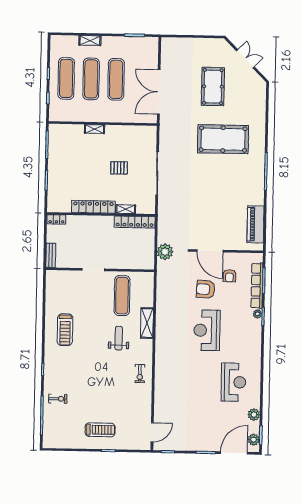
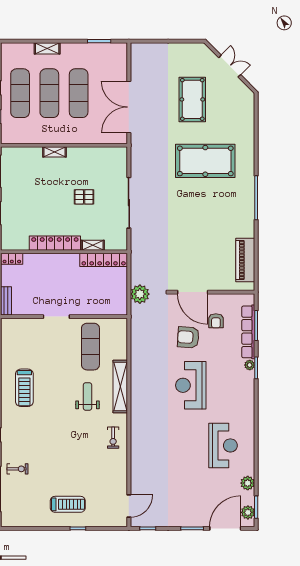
shelving: (147, 323) -> (120, 386), width x1.47

